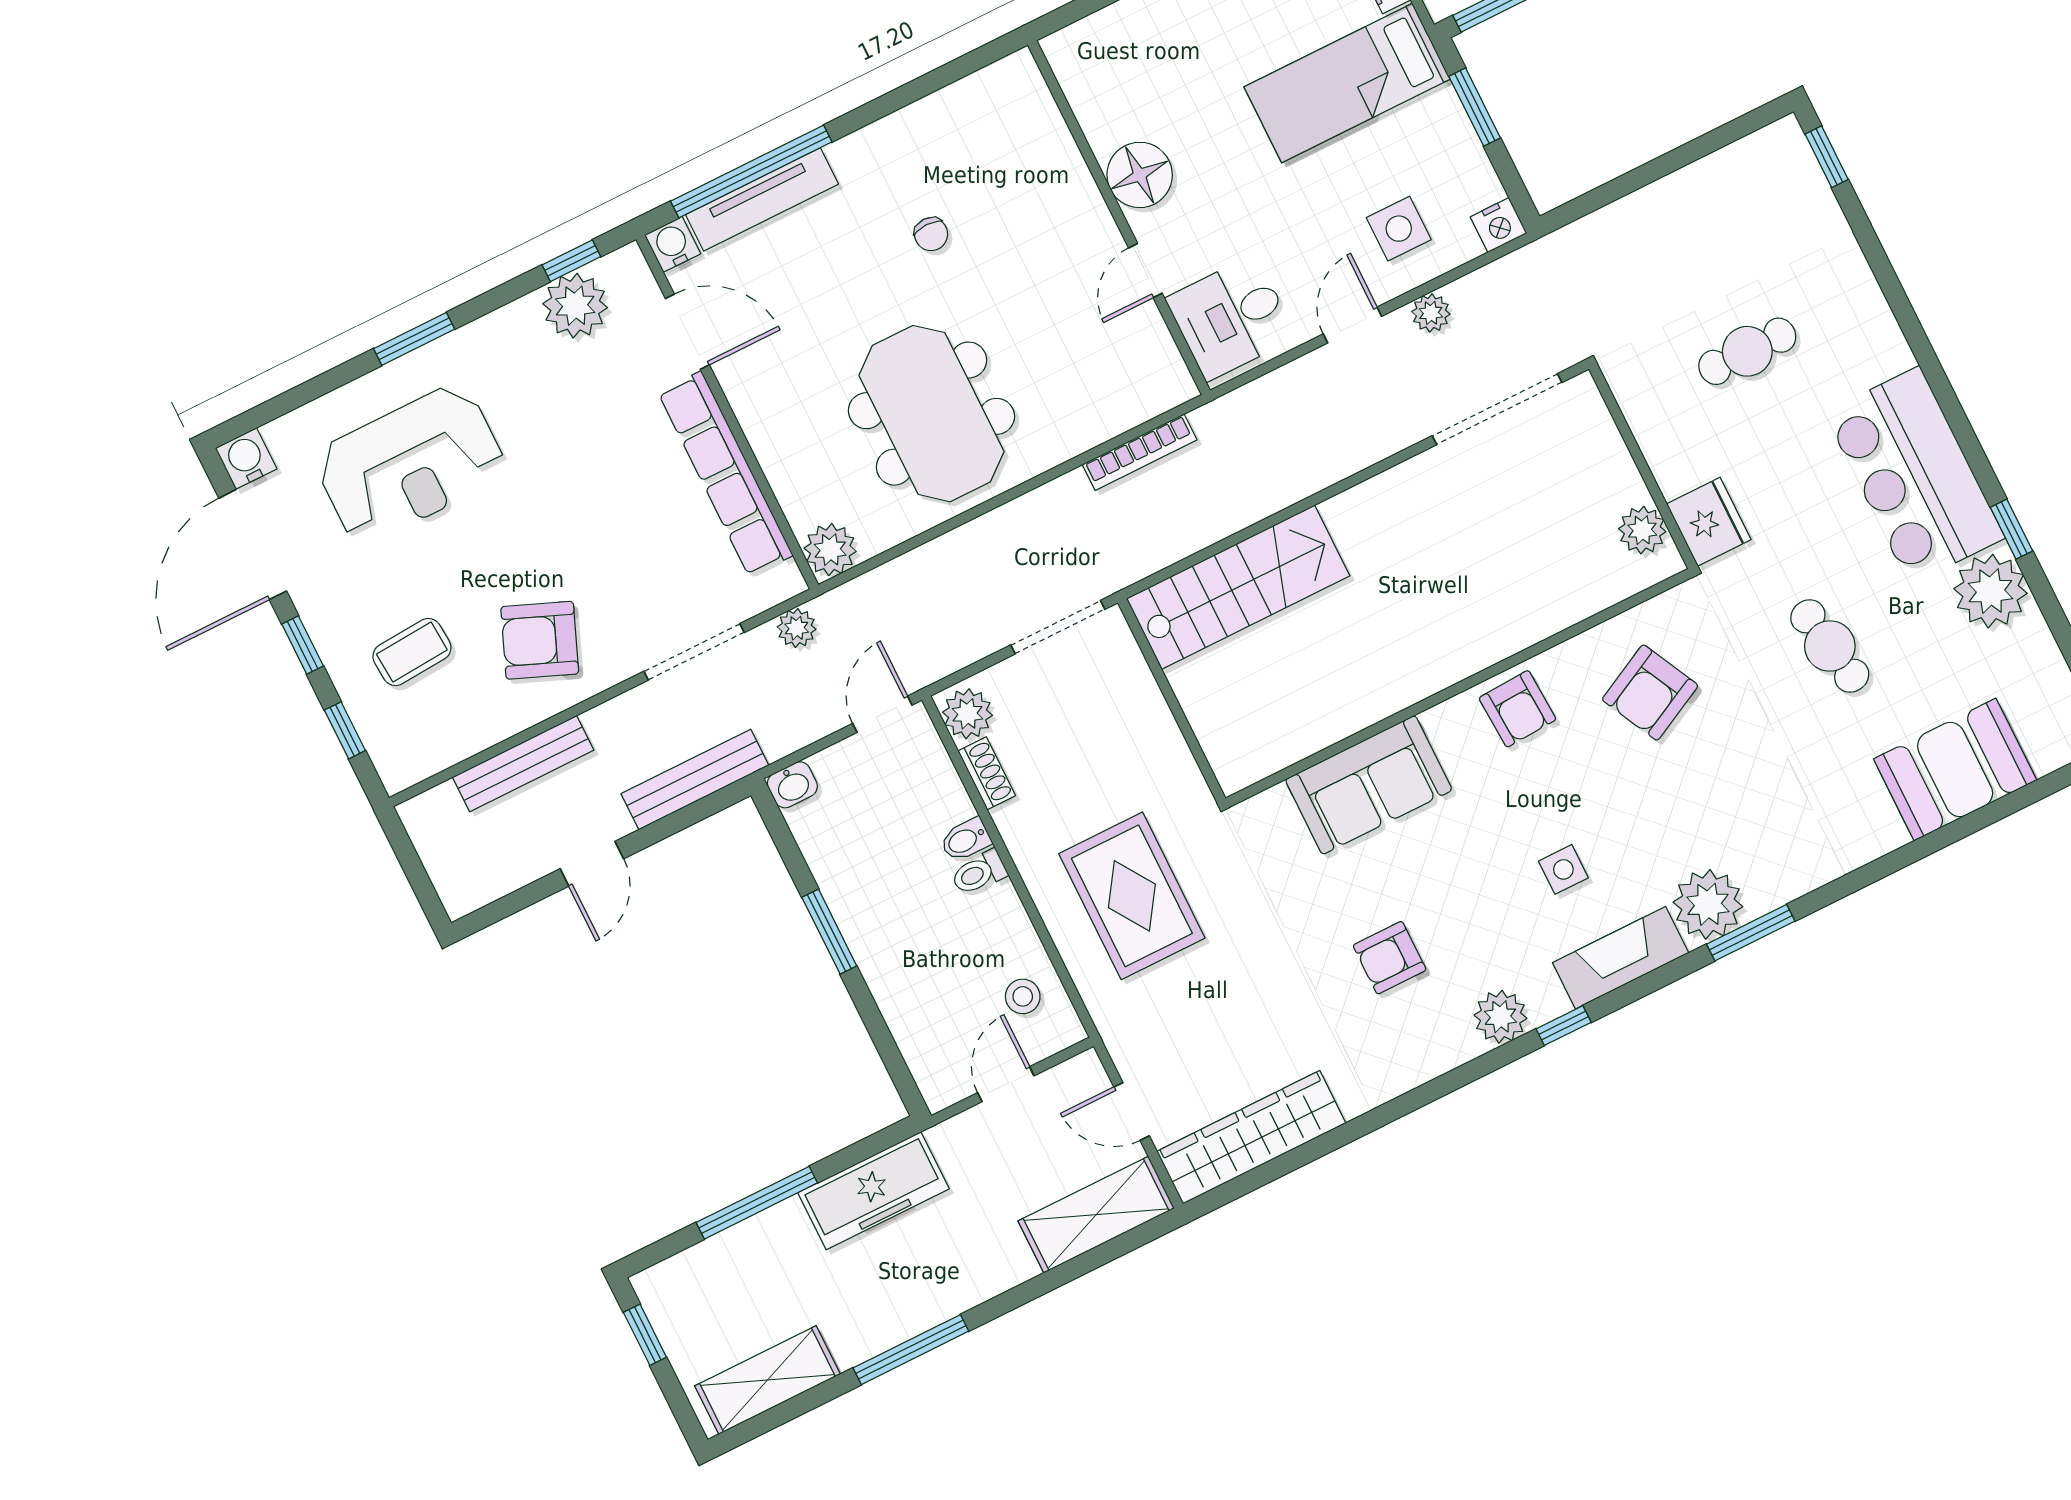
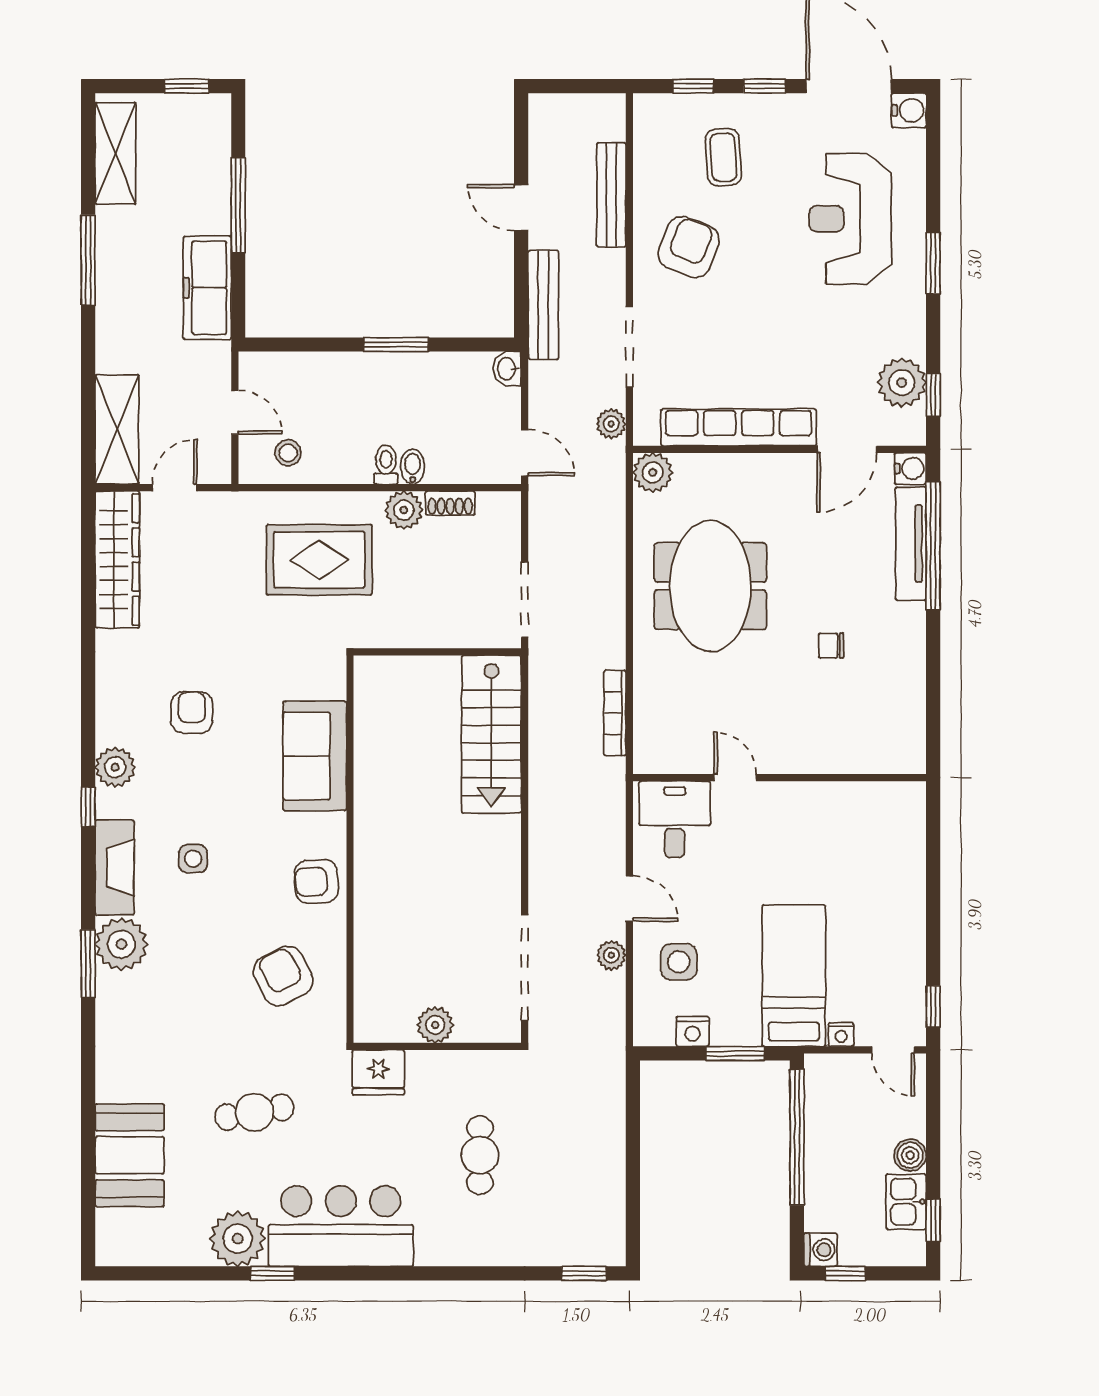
floor lamp: (1140, 175) -> (801, 806), removed
nightstand: (1499, 225) -> (693, 1031), moved, turned -90
meeting table: (931, 414) -> (710, 586), turned 90
plant: (1642, 530) -> (435, 1025), moved
plant: (967, 714) -> (404, 510), moved

